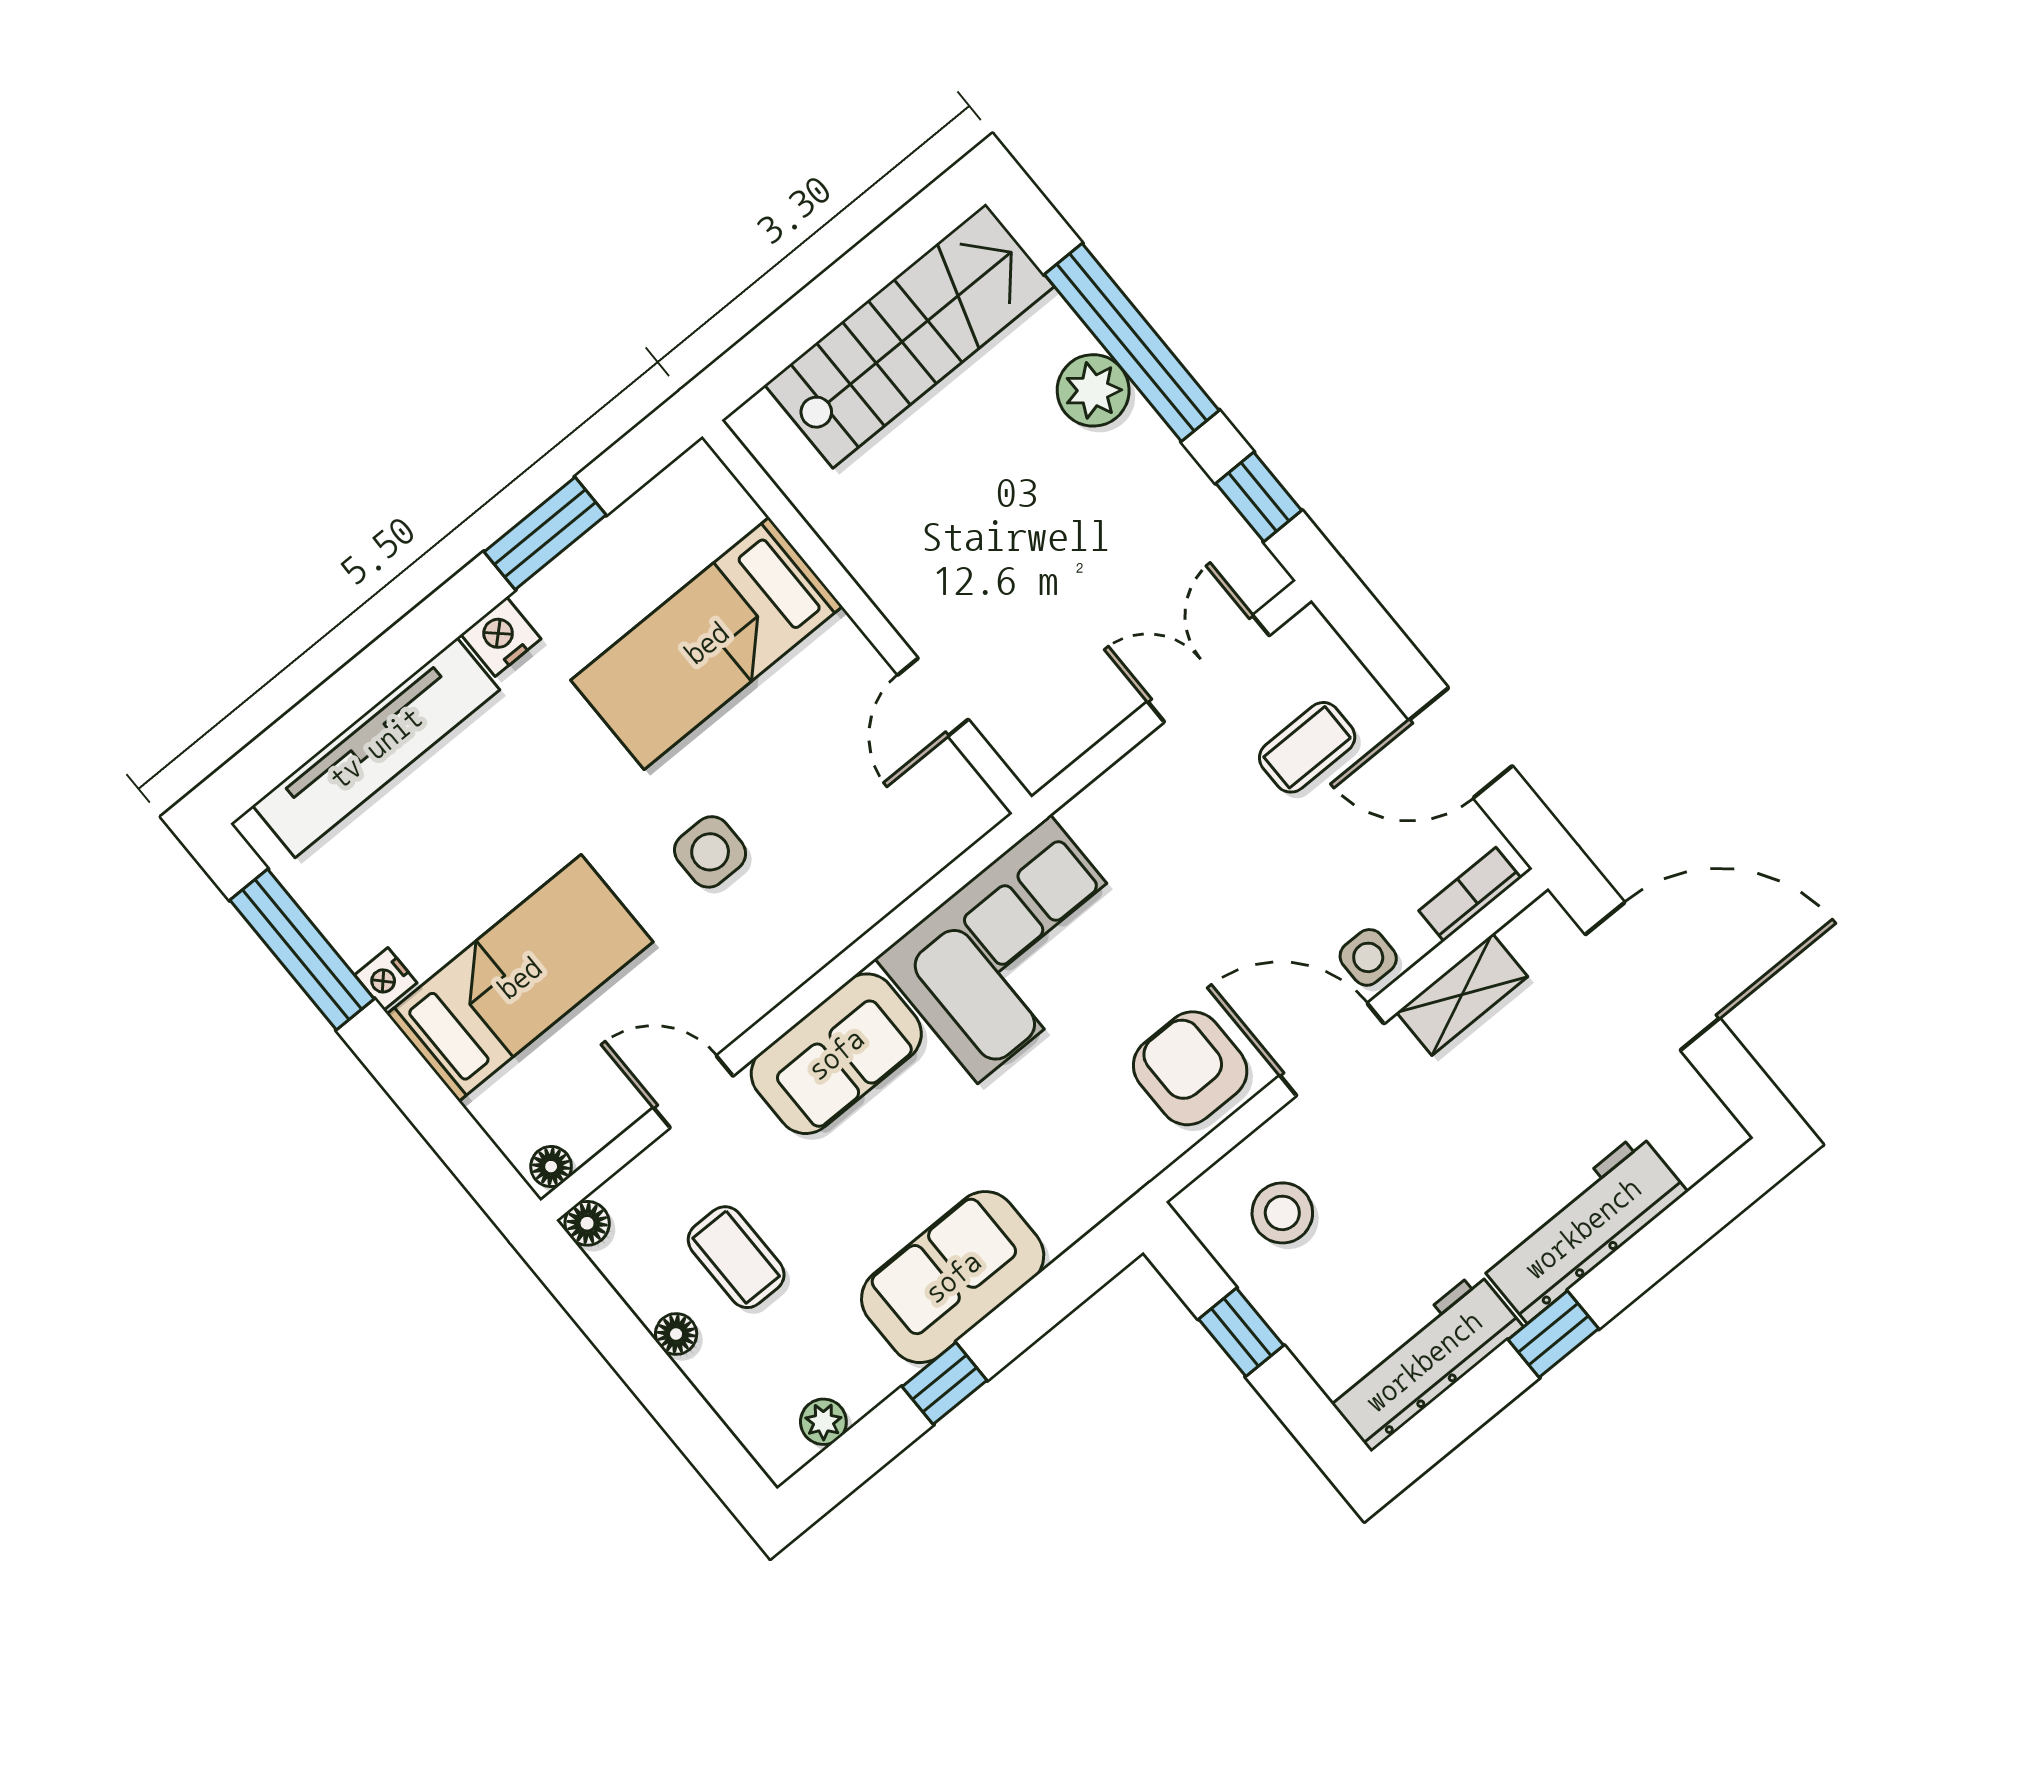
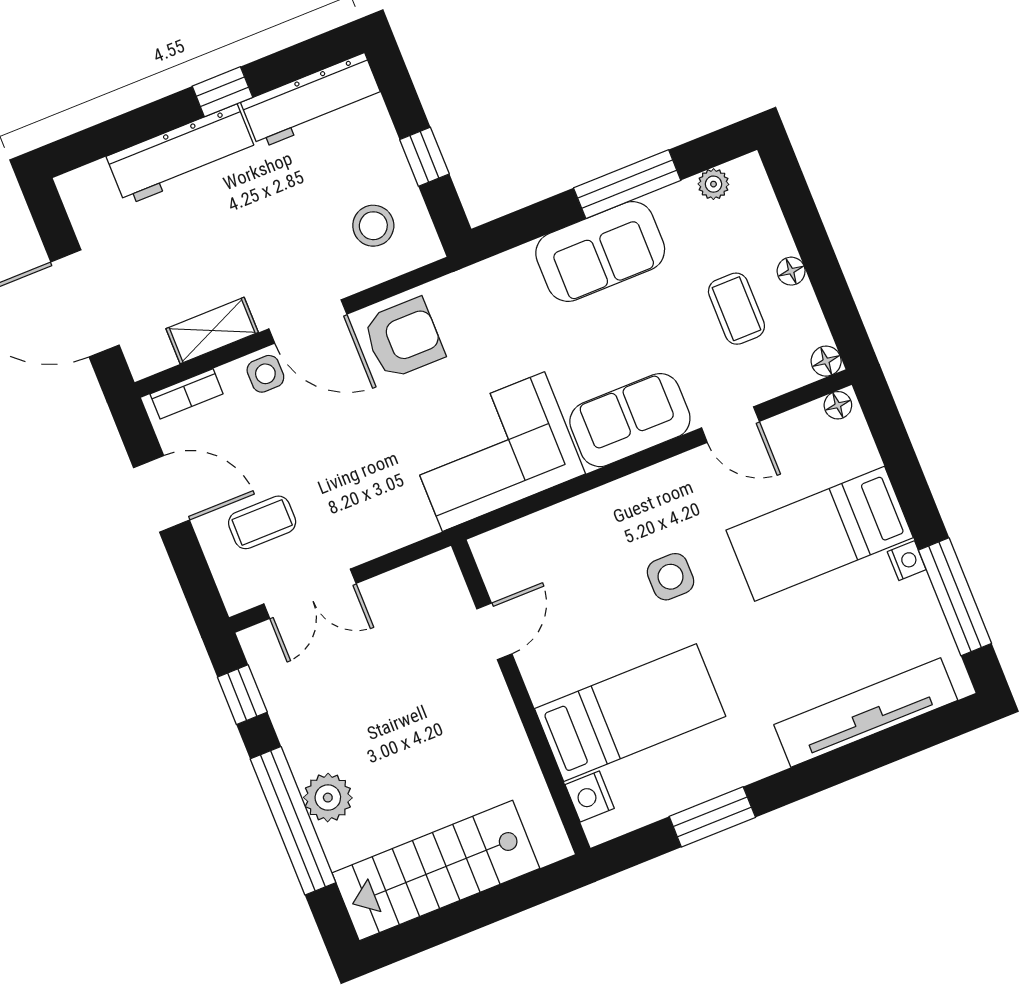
nightstand: (501, 637) -> (590, 797), moved, turned 90
armchair: (1190, 1068) -> (404, 338), turned -90
window: (945, 1383) -> (627, 184), width x2.17

